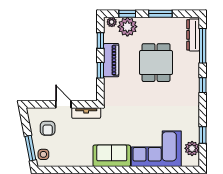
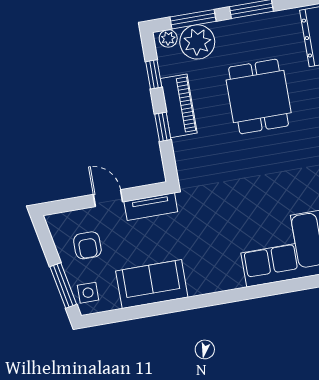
window: (127, 14) -> (193, 19), width x1.50
sofa: (112, 156) -> (152, 284), moved

